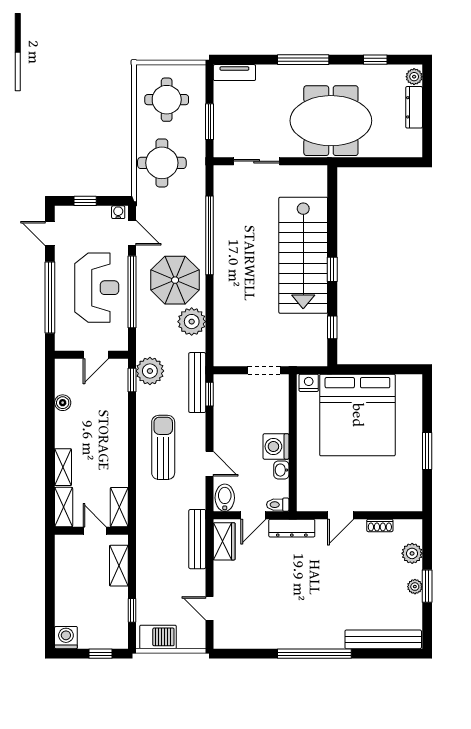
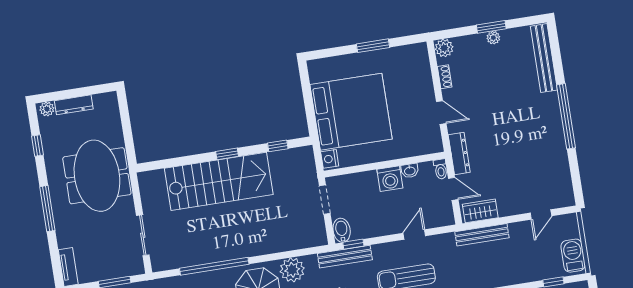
bidet: (225, 498) -> (342, 230), moved, turned 90
plant: (412, 553) -> (444, 48), moved

